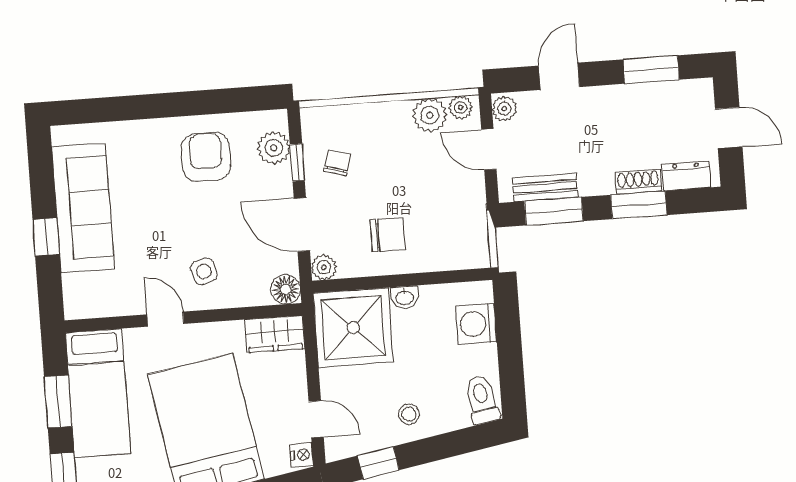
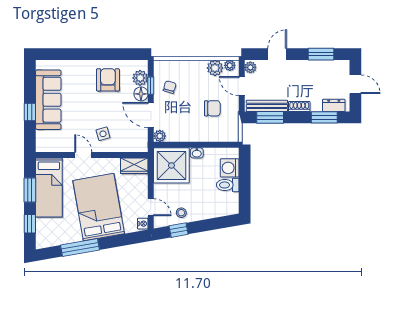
shoe rack: (638, 182) -> (299, 107), moved
bench: (545, 187) -> (267, 106), width x1.36
window: (639, 205) -> (324, 117), moved
chair: (388, 235) -> (212, 108), moved
floor lamp: (286, 289) -> (141, 94), moved
toilet: (482, 400) -> (228, 185), moved, turned -80
stool: (409, 414) -> (181, 213), moved

